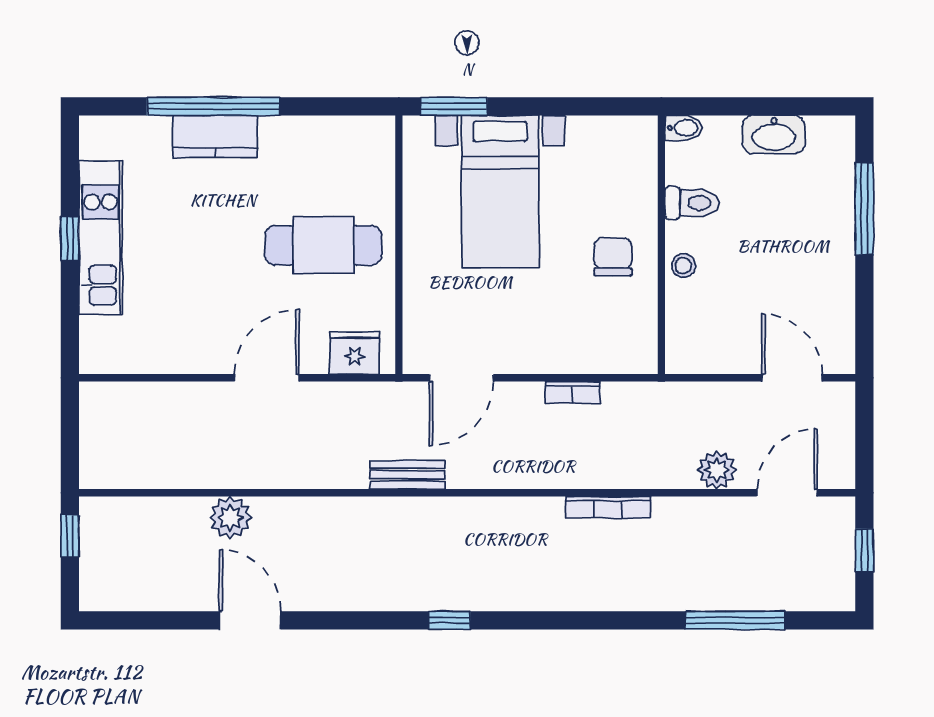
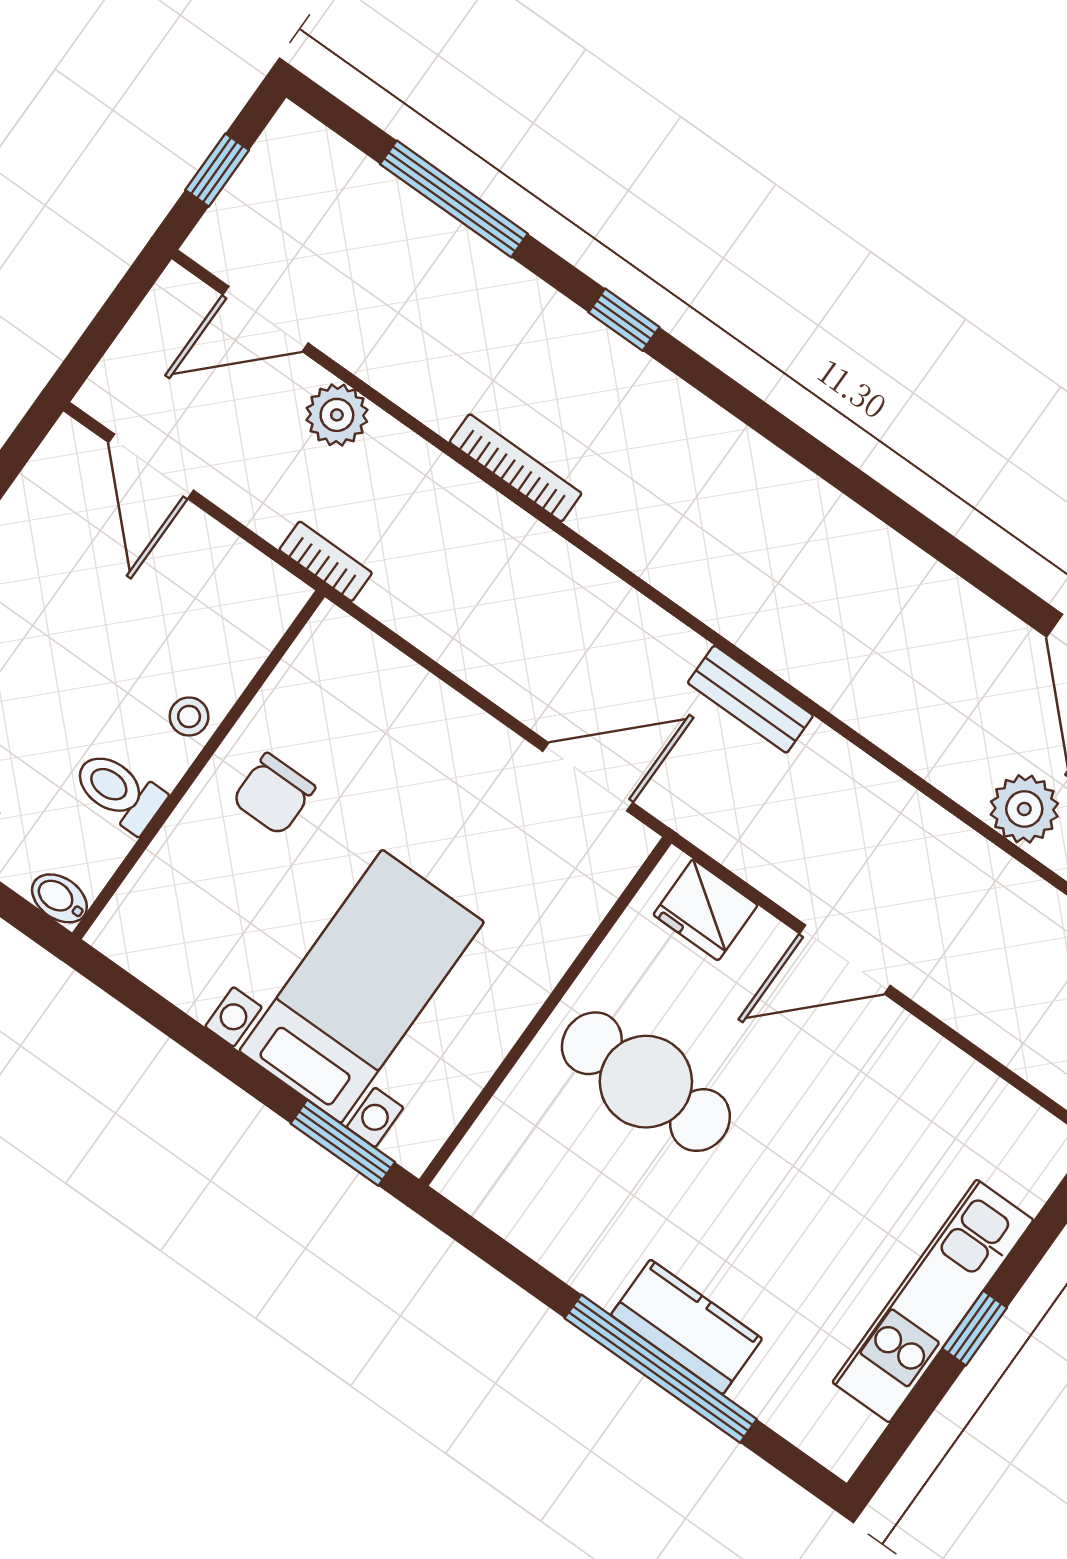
bookcase: (572, 392) -> (326, 561), moved
window: (449, 620) -> (624, 320), moved

